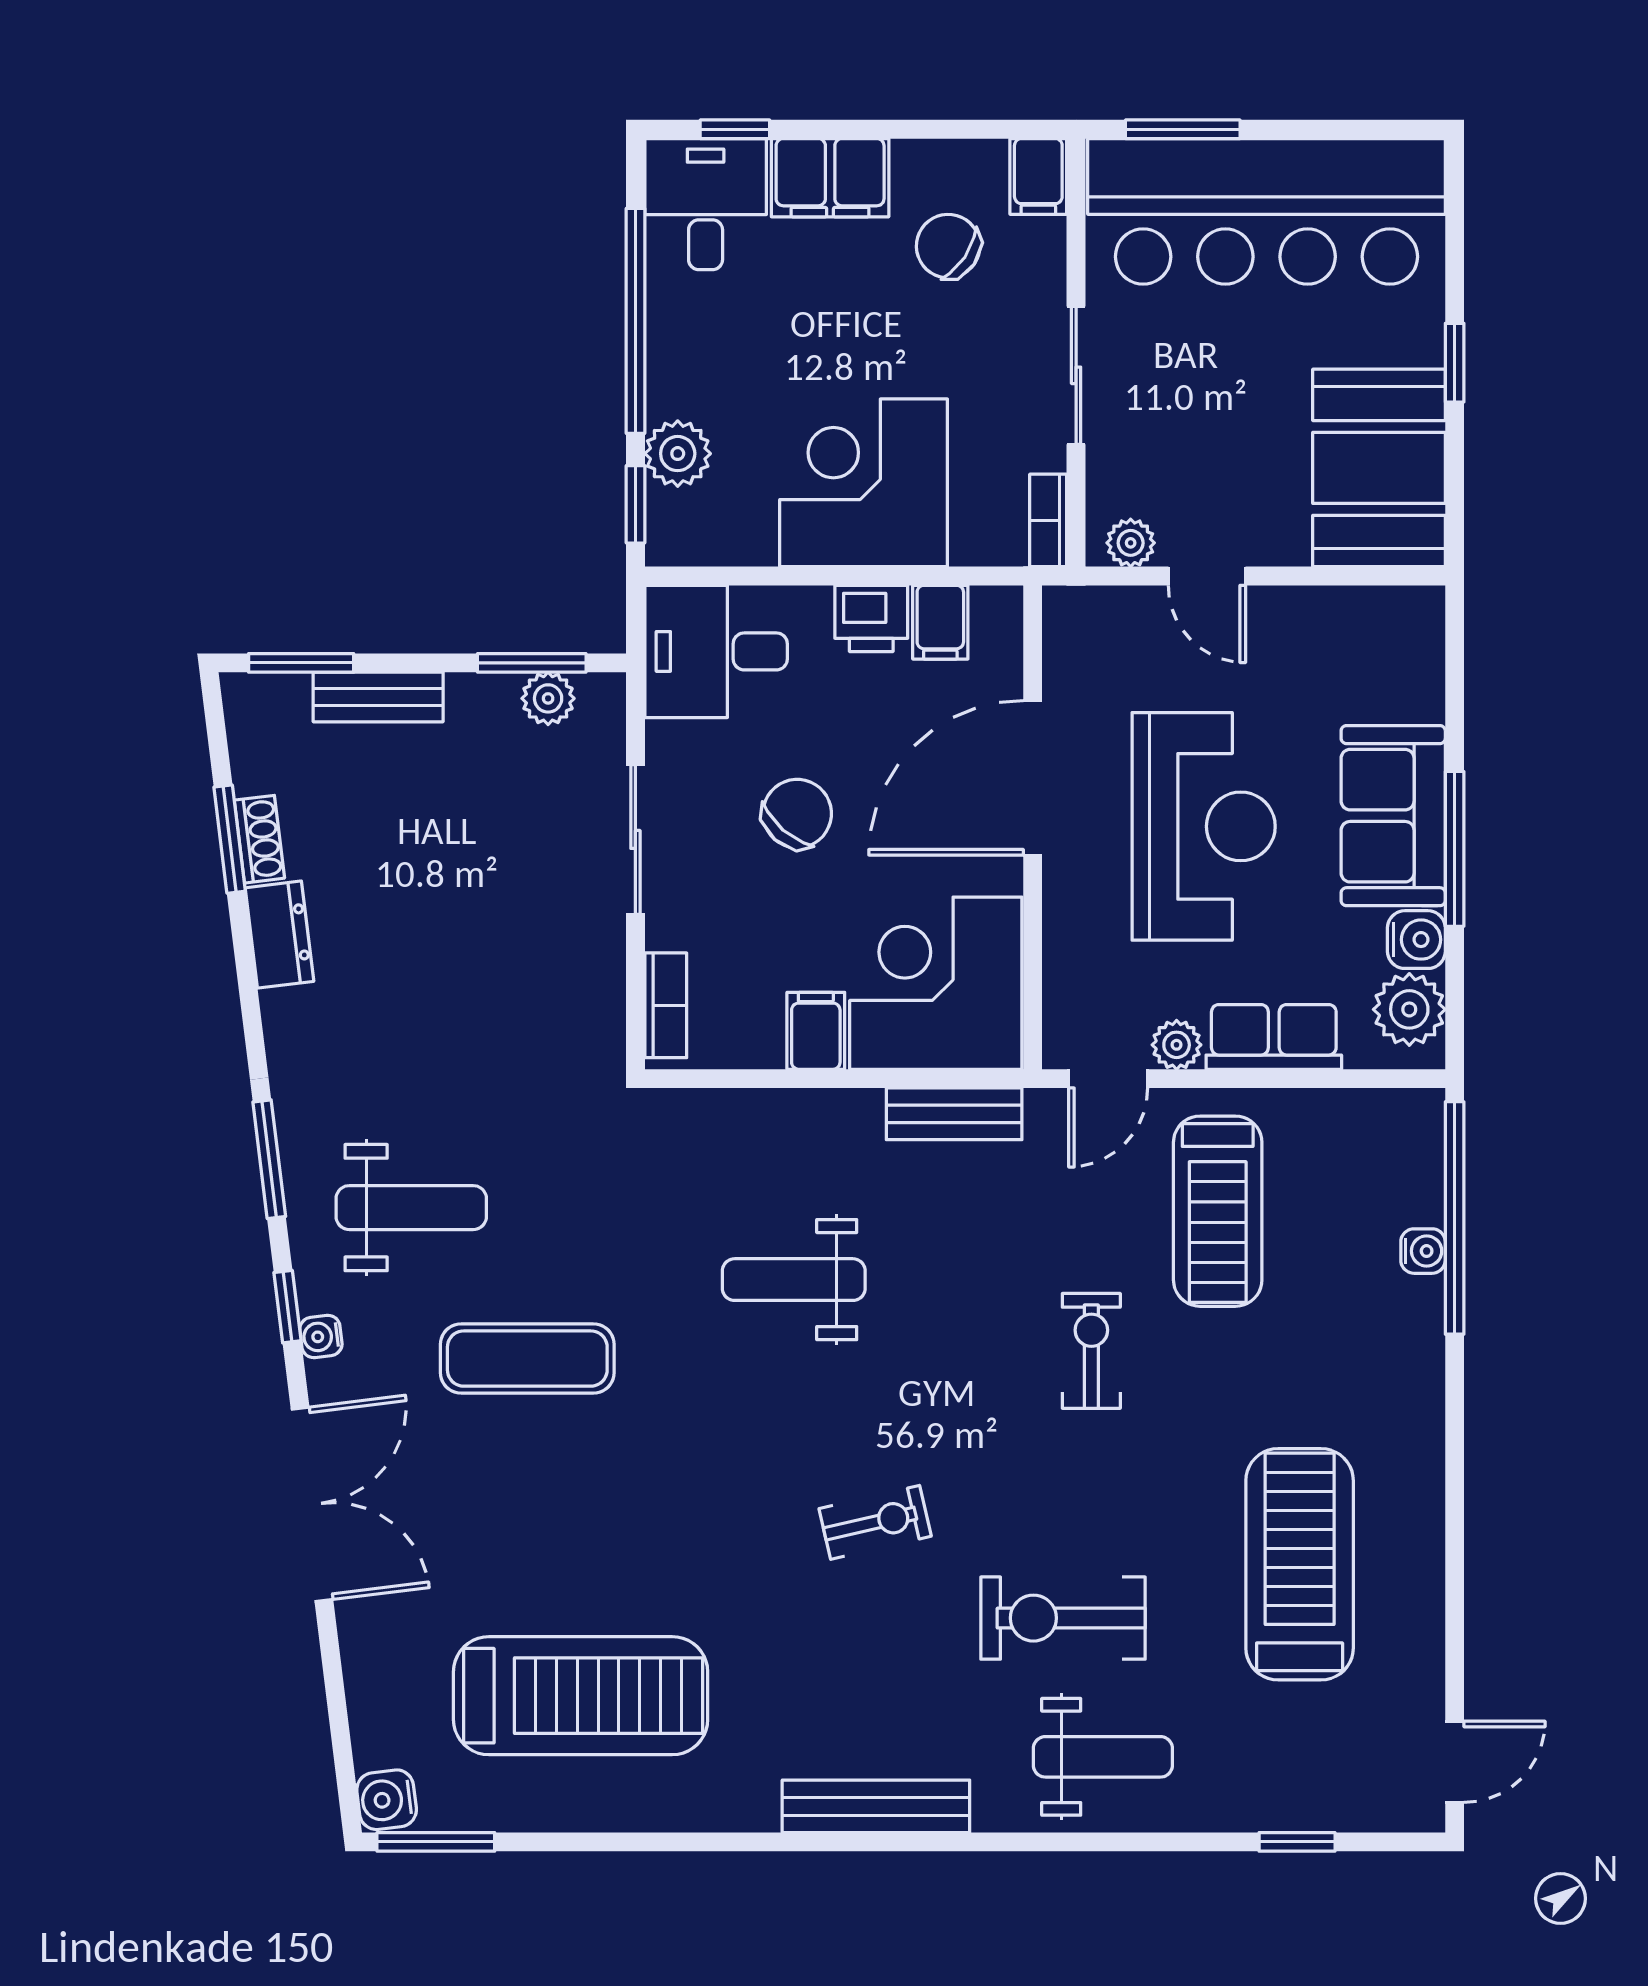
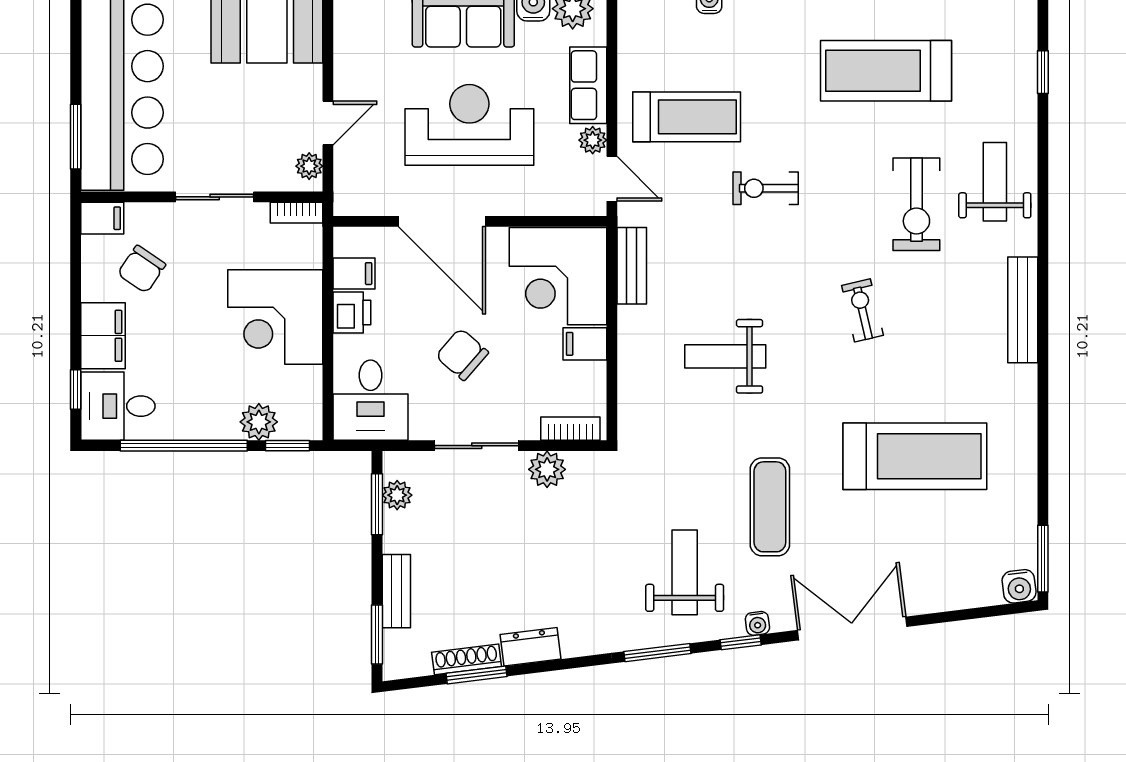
shoe rack: (259, 839) -> (467, 659), width x1.43
plant: (594, 964) -> (547, 469), added
weight bench: (794, 1280) -> (725, 356), turned 90
treadmill: (581, 1696) -> (915, 456), moved, turned 90

